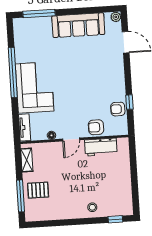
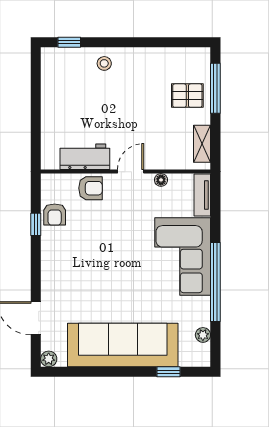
window: (39, 13) -> (169, 372), width x0.46
sofa: (78, 25) -> (123, 345), width x1.36, depth x1.27
plant: (19, 38) -> (203, 335), added
armchair: (118, 109) -> (55, 215), turned 90

